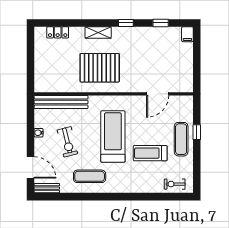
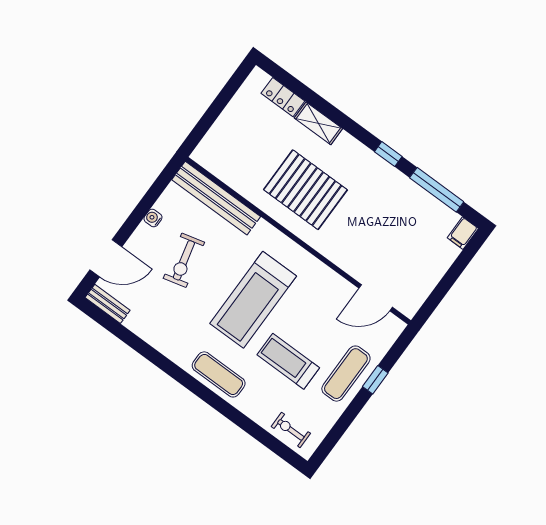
window: (161, 23) -> (437, 190), width x2.17
shelving: (98, 32) -> (318, 123), moved
door: (158, 94) -> (376, 298), moved
treadmill: (113, 137) -> (253, 300), turned 180
door: (30, 167) -> (106, 258), hinge flipped
exercise mat: (90, 176) -> (219, 374), moved

